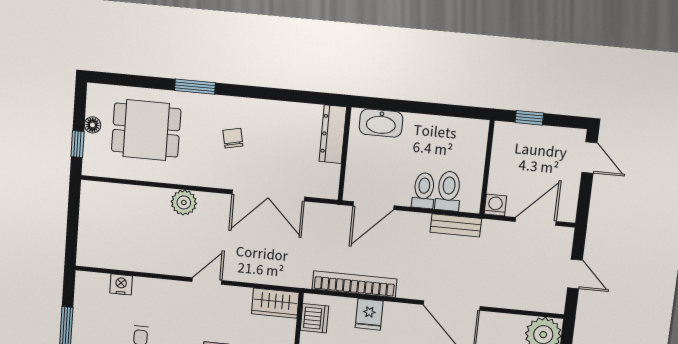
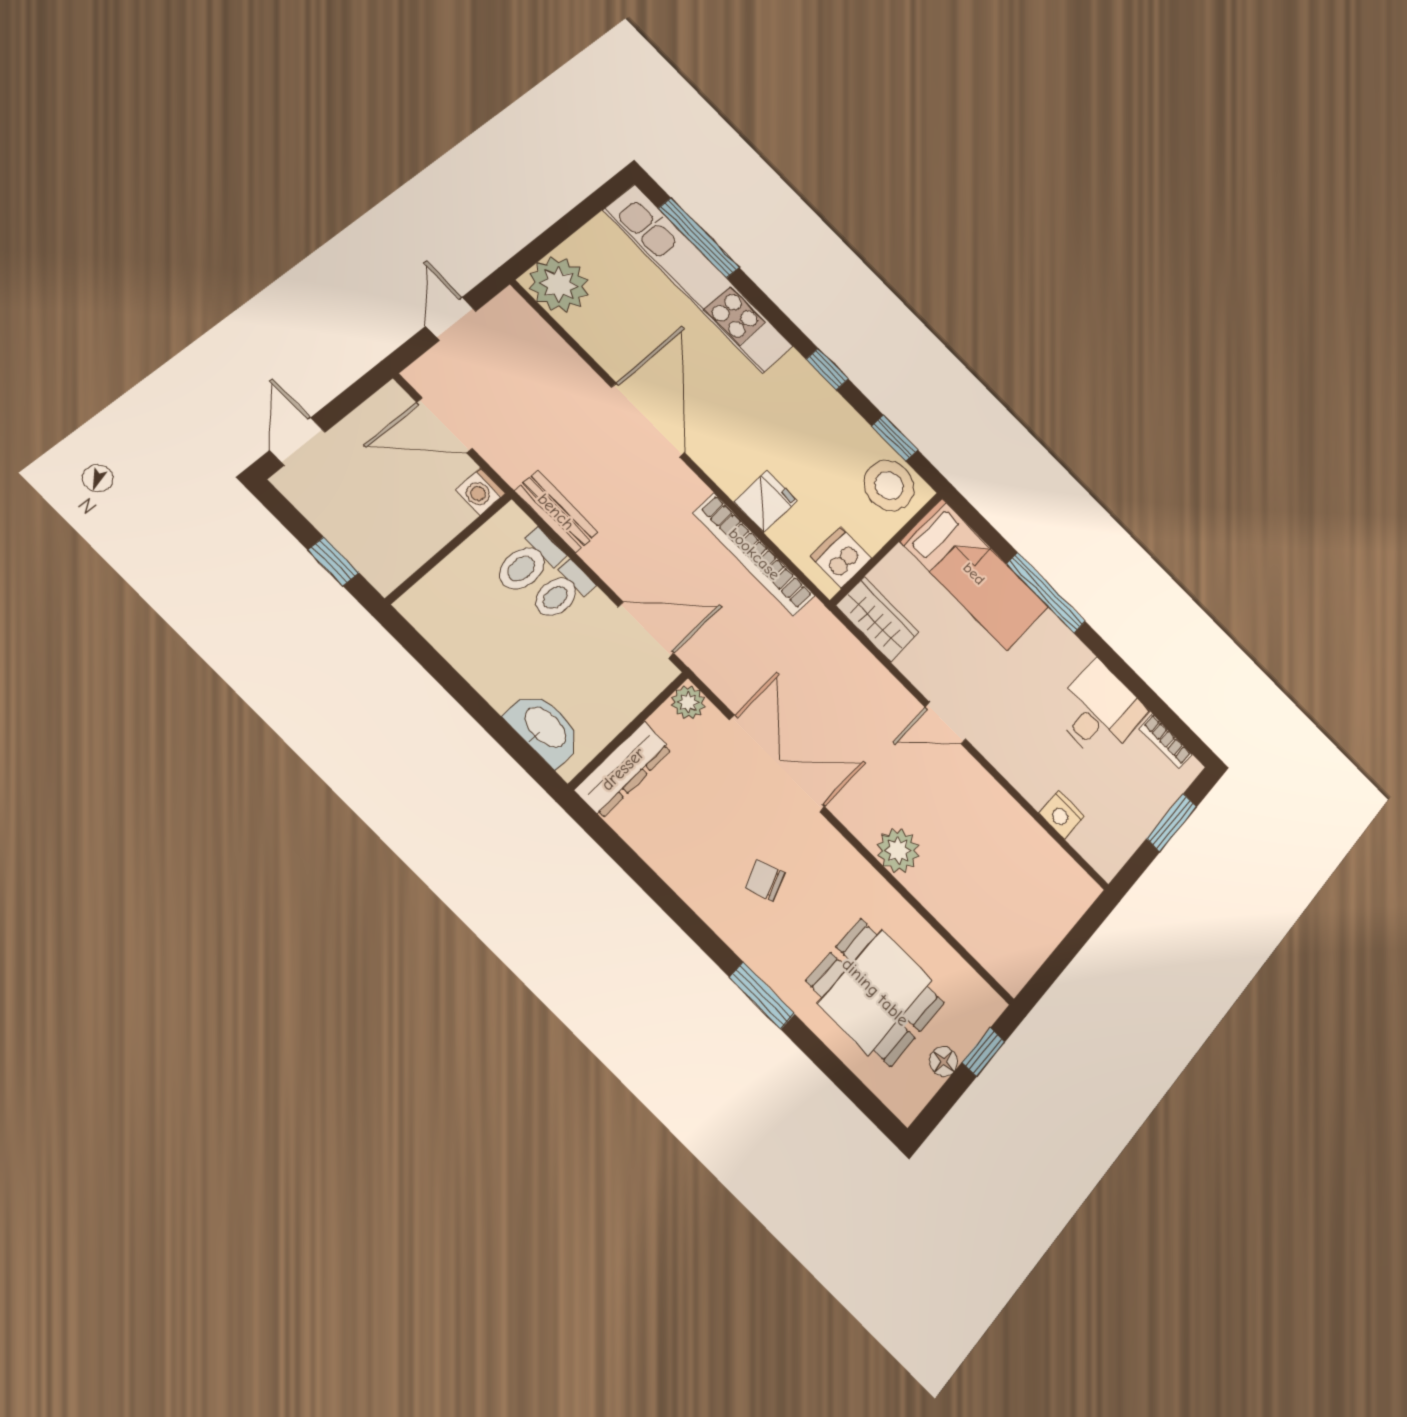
chair: (233, 138) -> (765, 880), turned 82
plant: (329, 189) -> (688, 702), added

